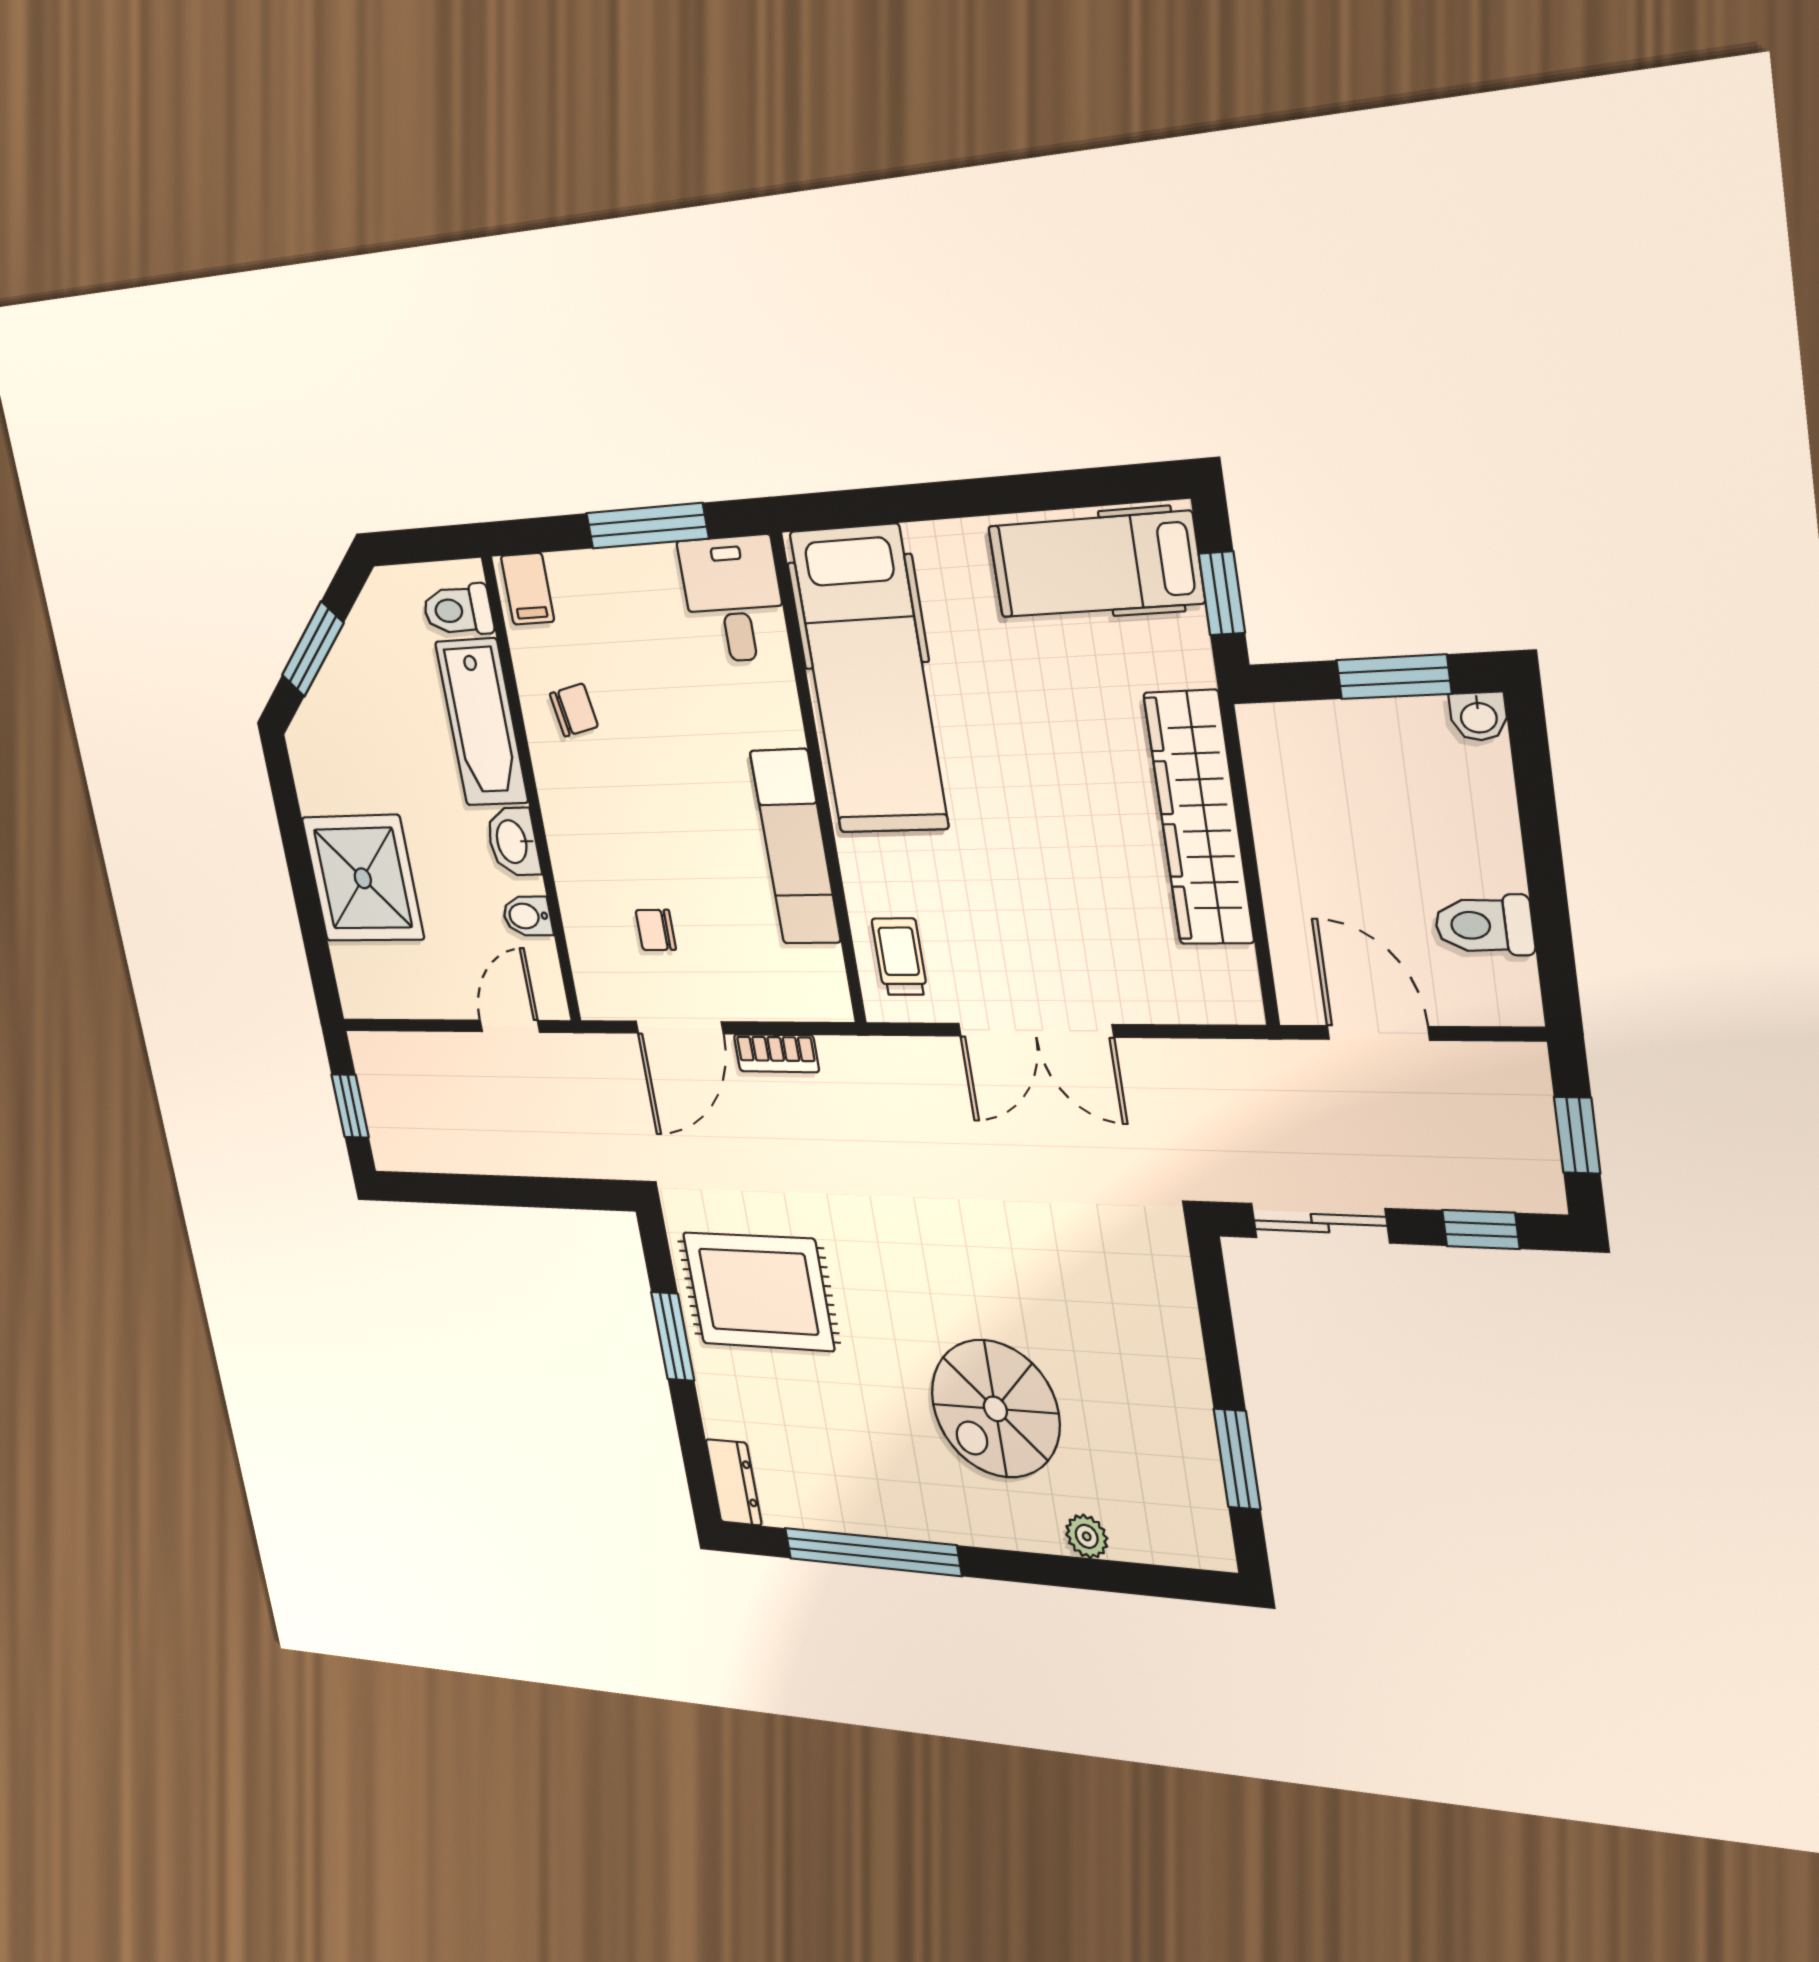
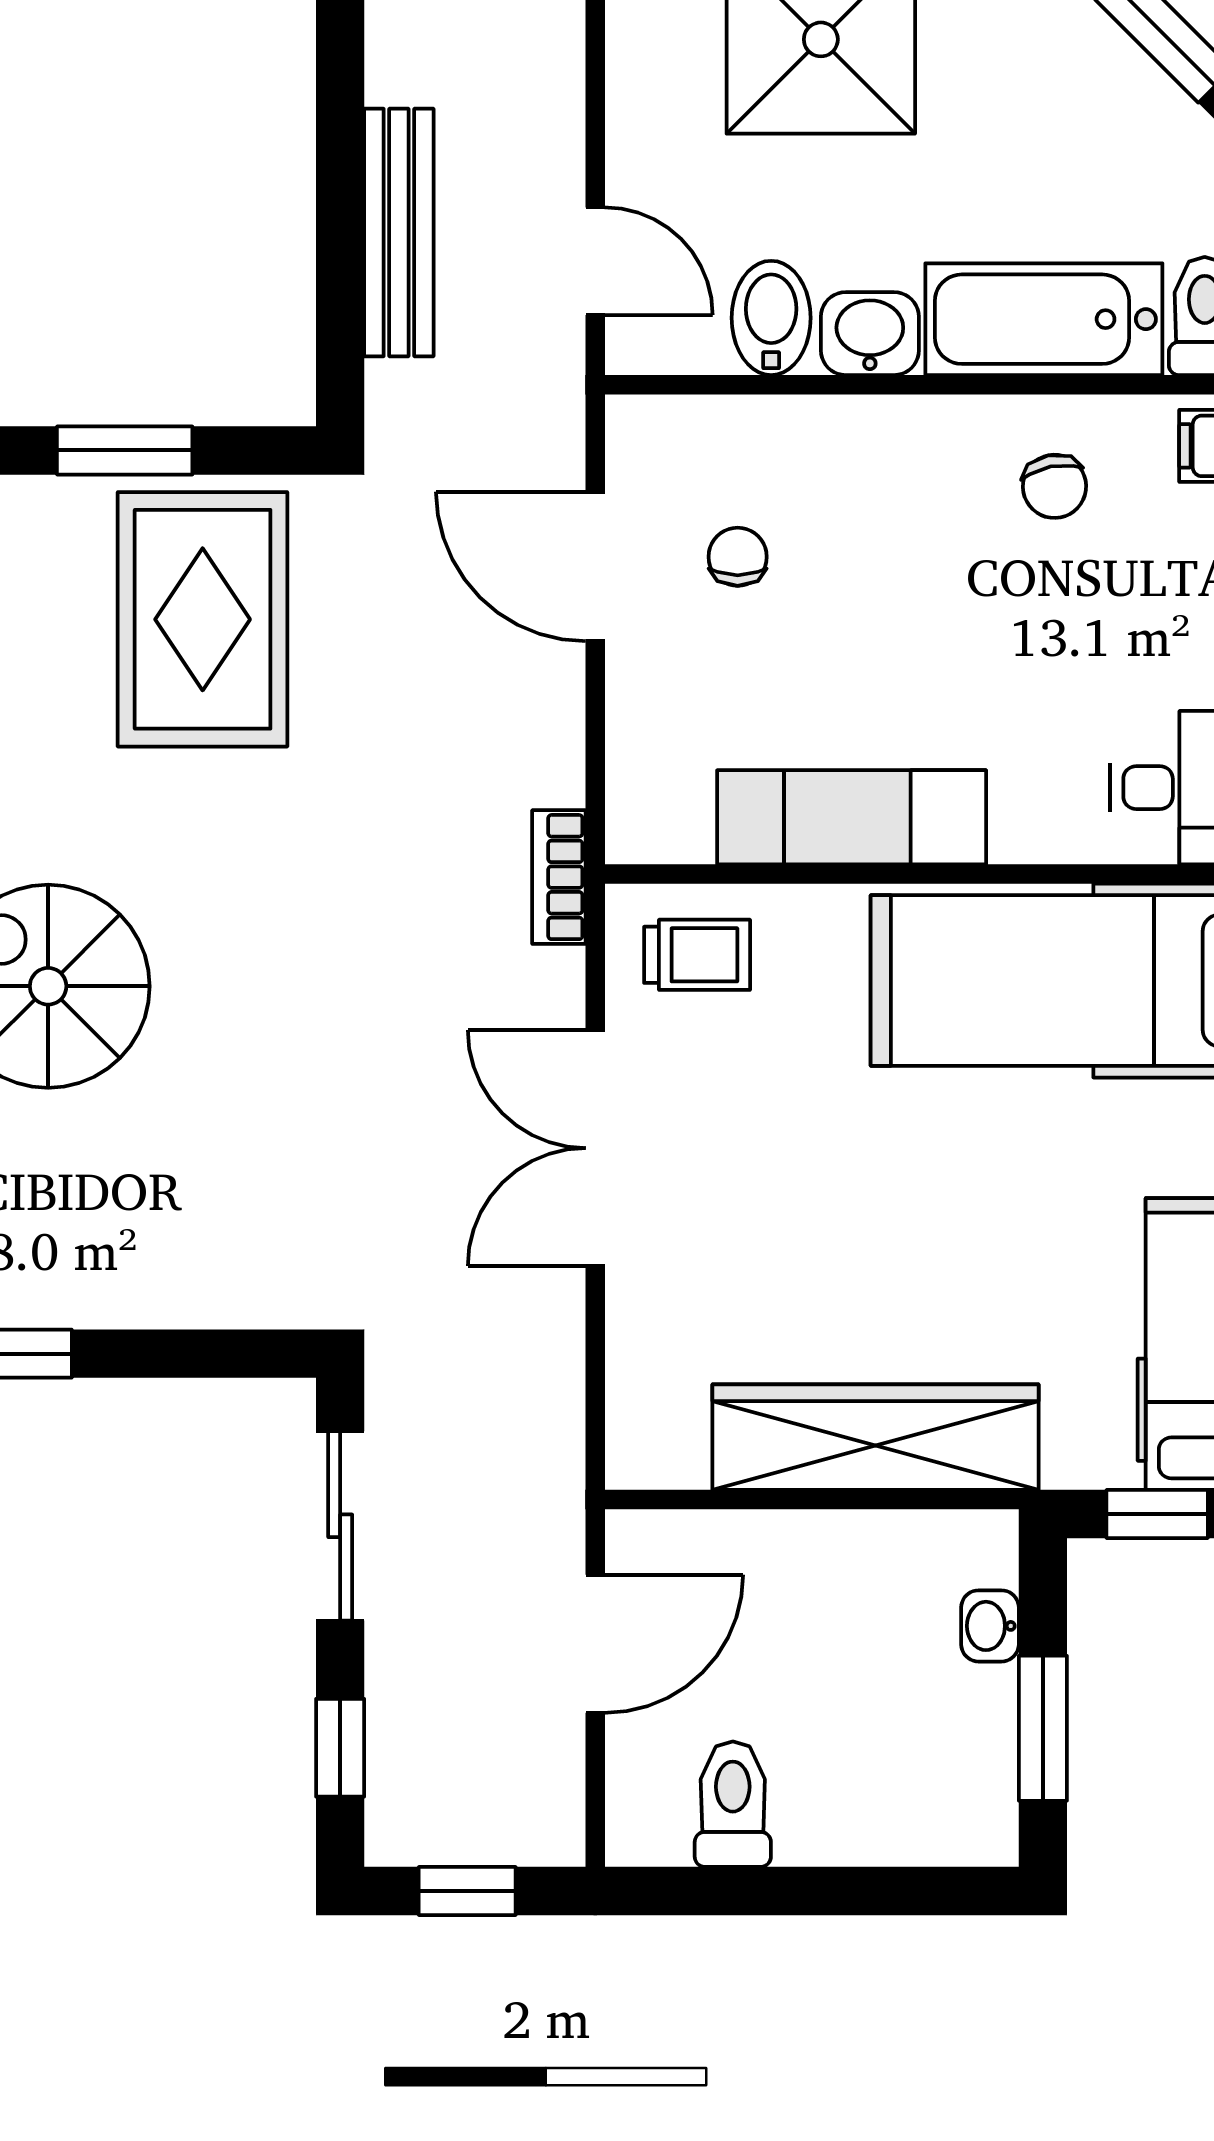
washbasin: (1479, 716) -> (990, 1626), moved
bidet: (527, 916) -> (771, 318), width x1.38, depth x1.36
bookcase: (776, 1053) -> (559, 877), moved
bench: (520, 1154) -> (399, 233), added

